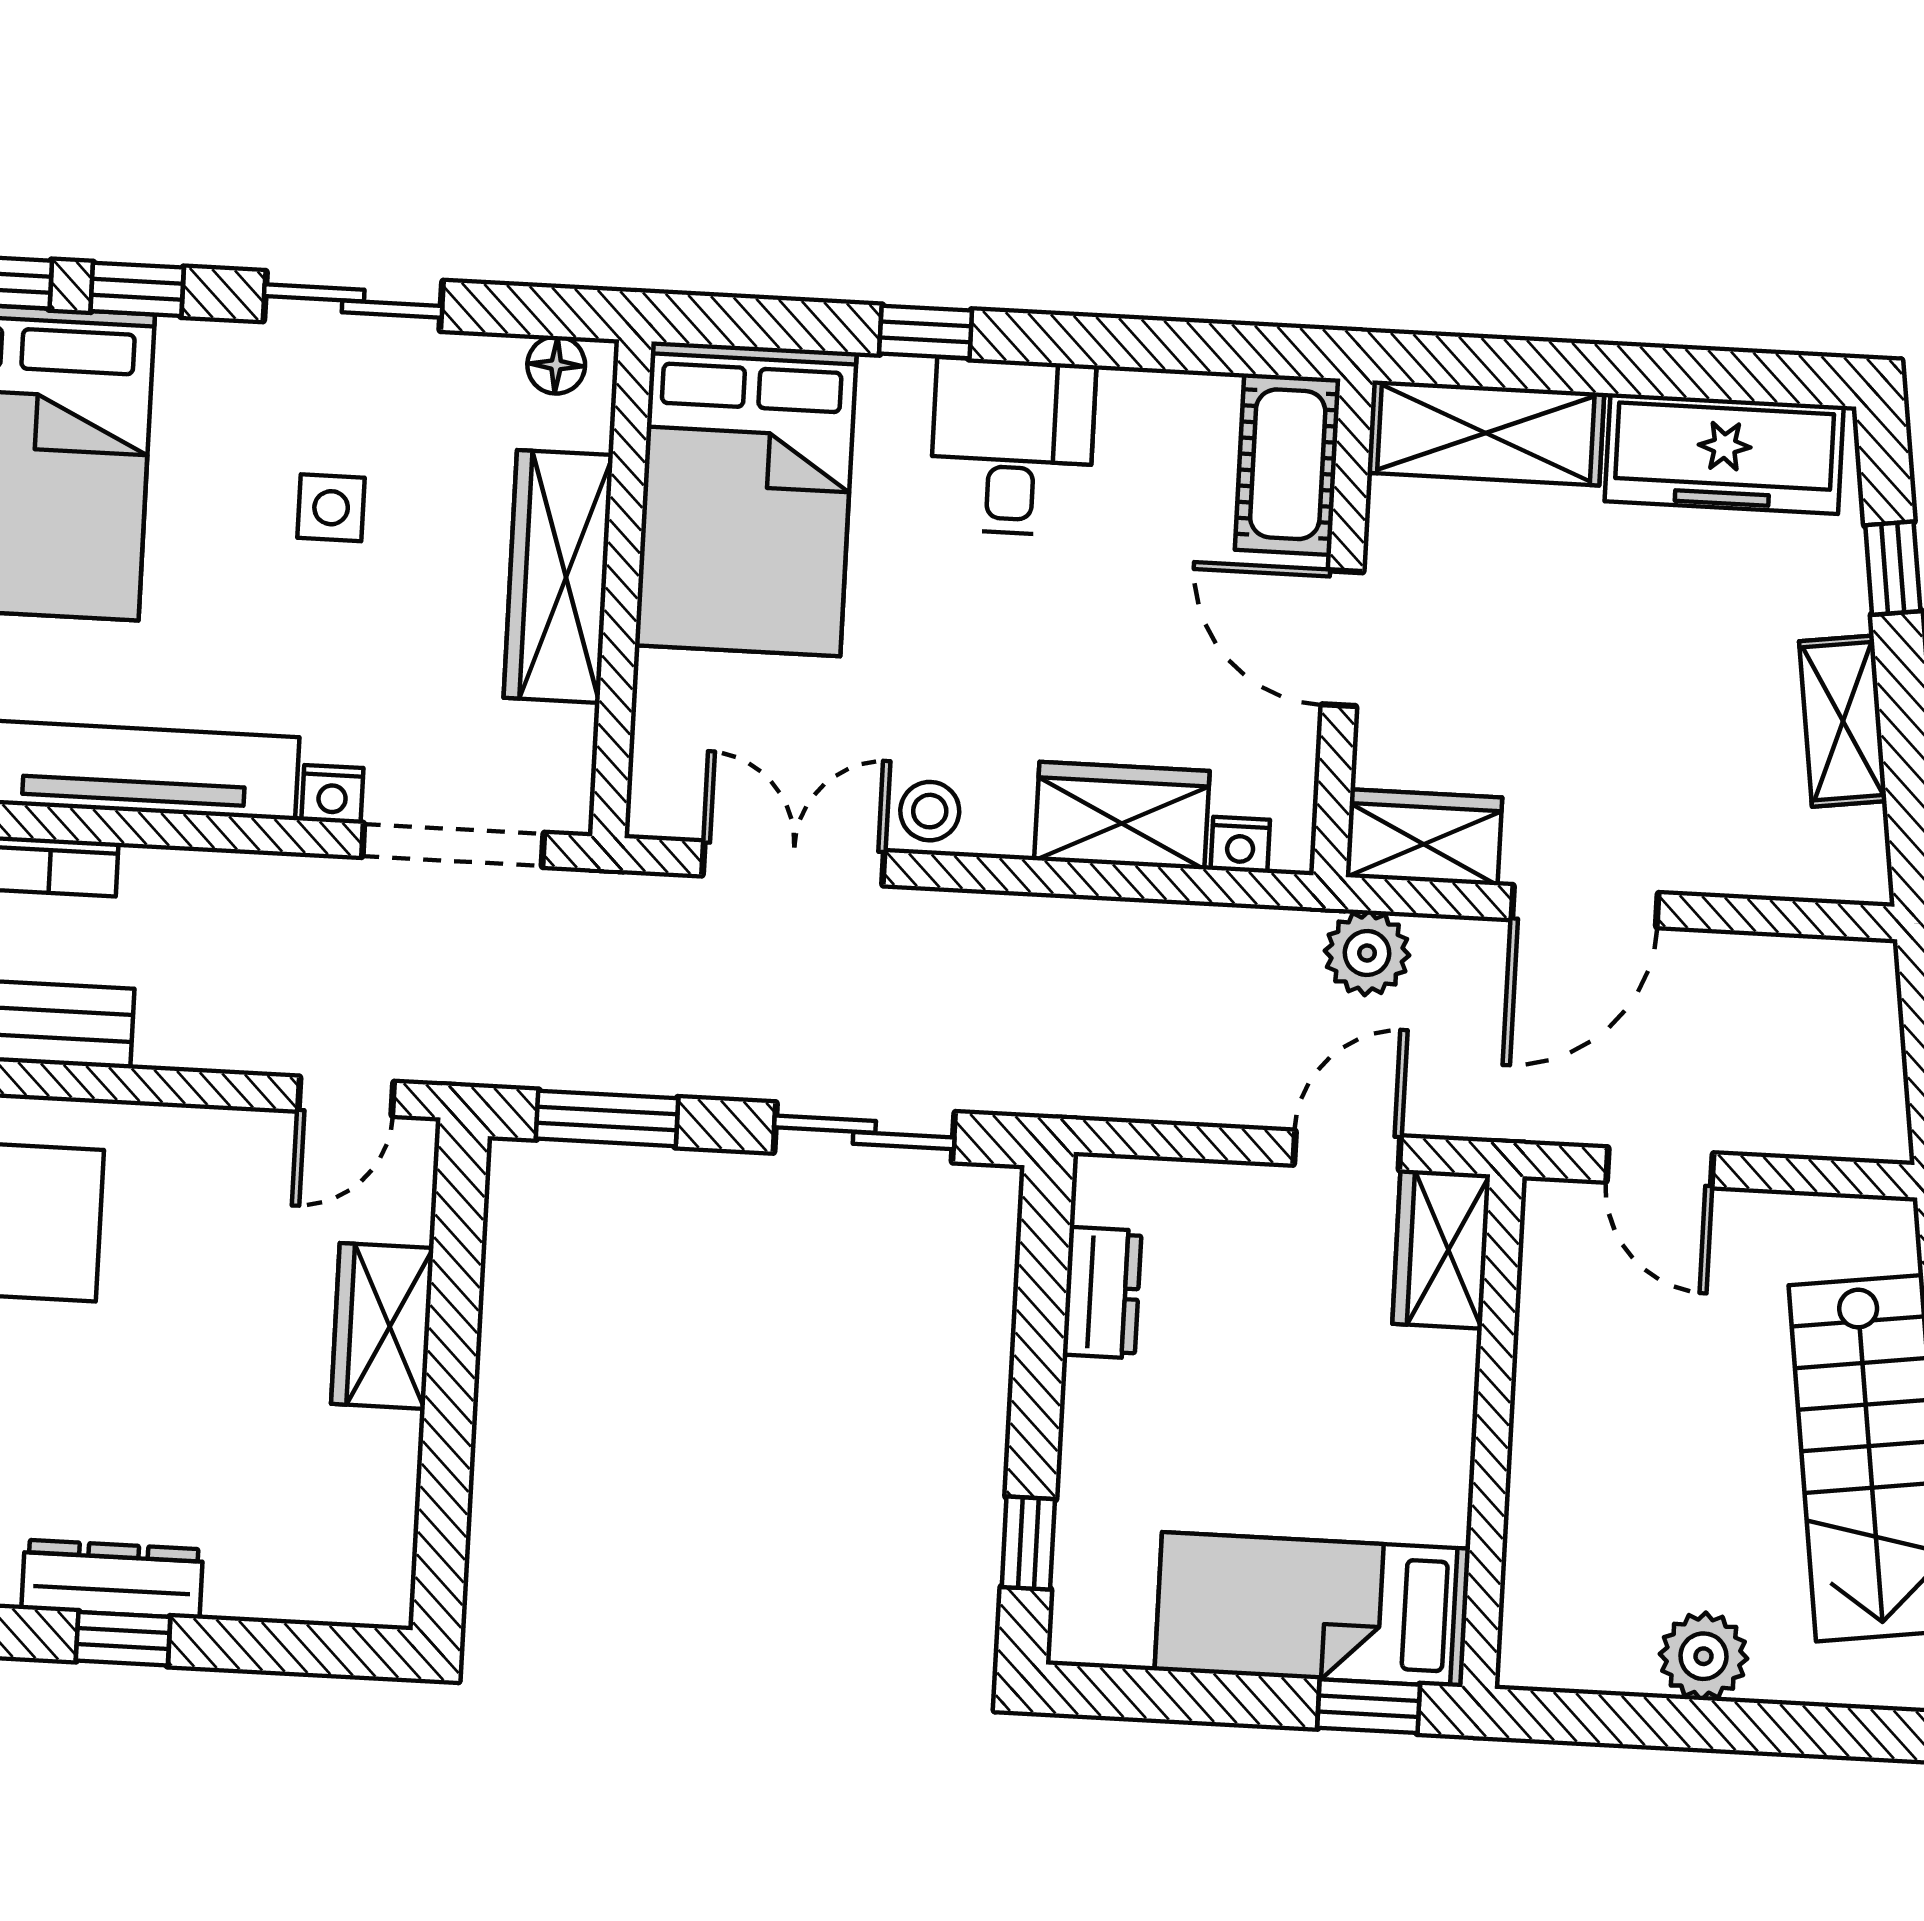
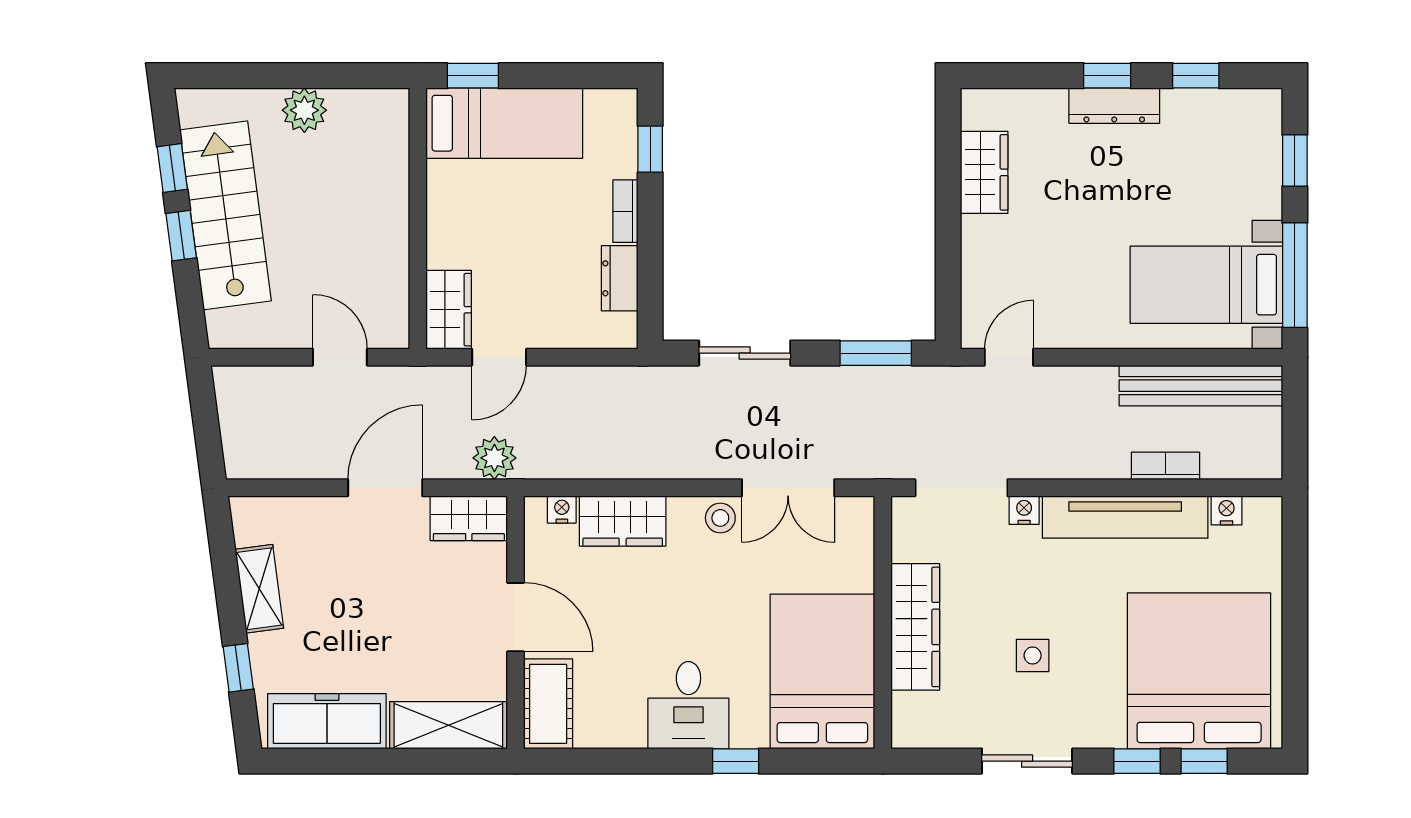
floor lamp: (556, 365) -> (922, 734), removed
wardrobe: (382, 1326) -> (984, 172), moved
bookcase: (1083, 1424) -> (625, 211), added

